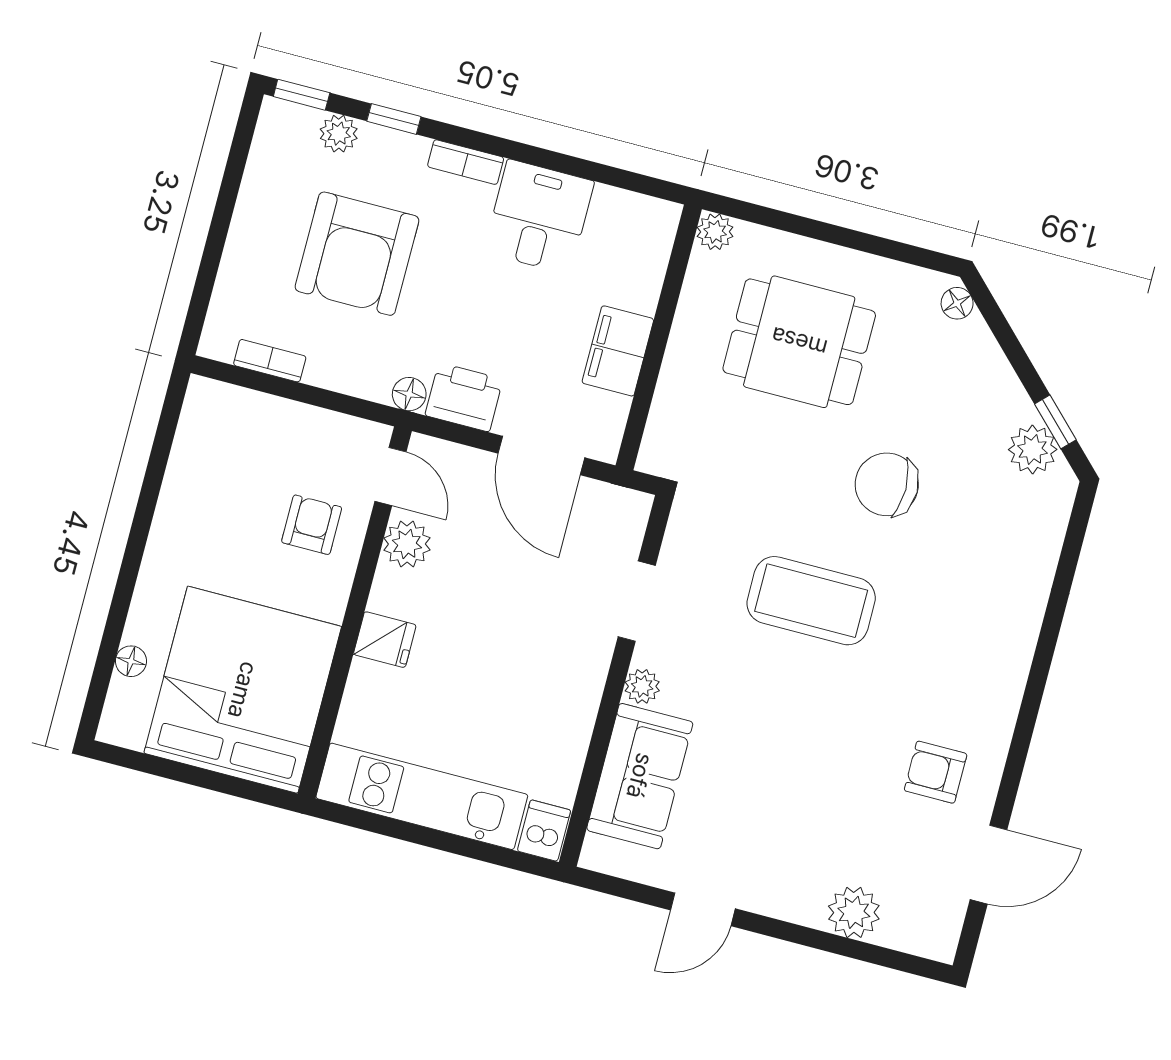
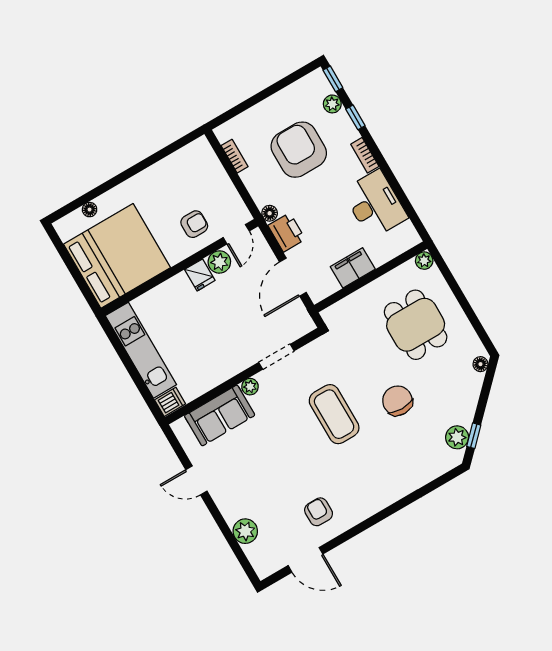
desk: (539, 217) -> (375, 204), width x1.37
armchair: (357, 254) -> (299, 150), turned 90
fridge: (385, 640) -> (200, 275), moved

